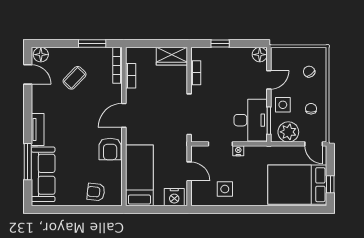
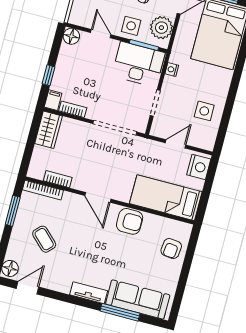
filing cabinet: (199, 53) -> (53, 100), added
nightstand: (238, 151) -> (172, 70), moved

